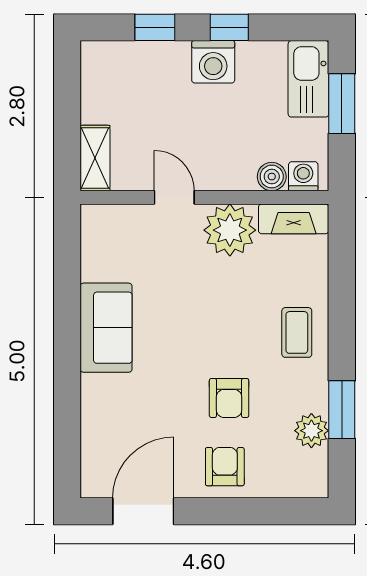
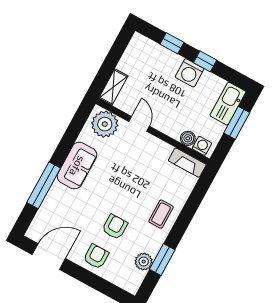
plant: (230, 230) -> (105, 124), moved
window: (67, 393) -> (44, 185), added
armchair: (229, 398) -> (115, 227), turned 180

